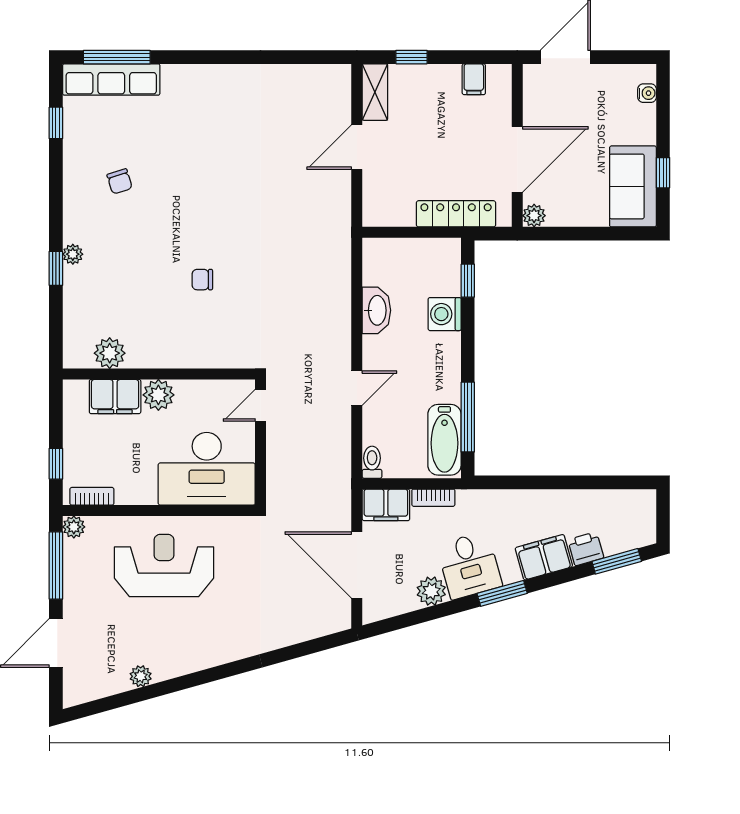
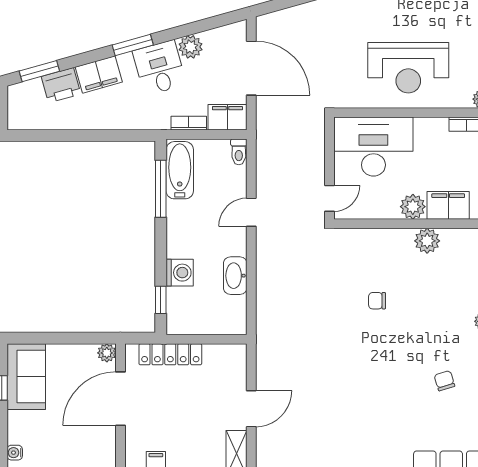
chair: (202, 280) -> (377, 301), turned 180
plant: (110, 353) -> (427, 241), moved
printer: (586, 549) -> (61, 85), width x1.36, depth x1.24

